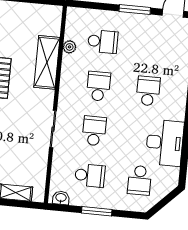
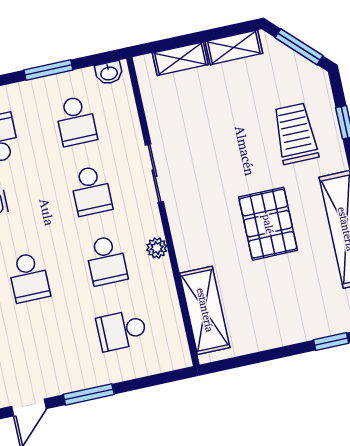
plant: (70, 47) -> (157, 248), moved
shelving: (47, 62) -> (205, 310), moved
school desk: (90, 176) -> (76, 121), turned -90

